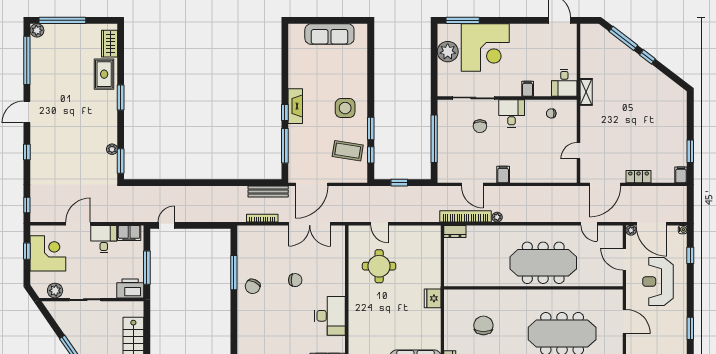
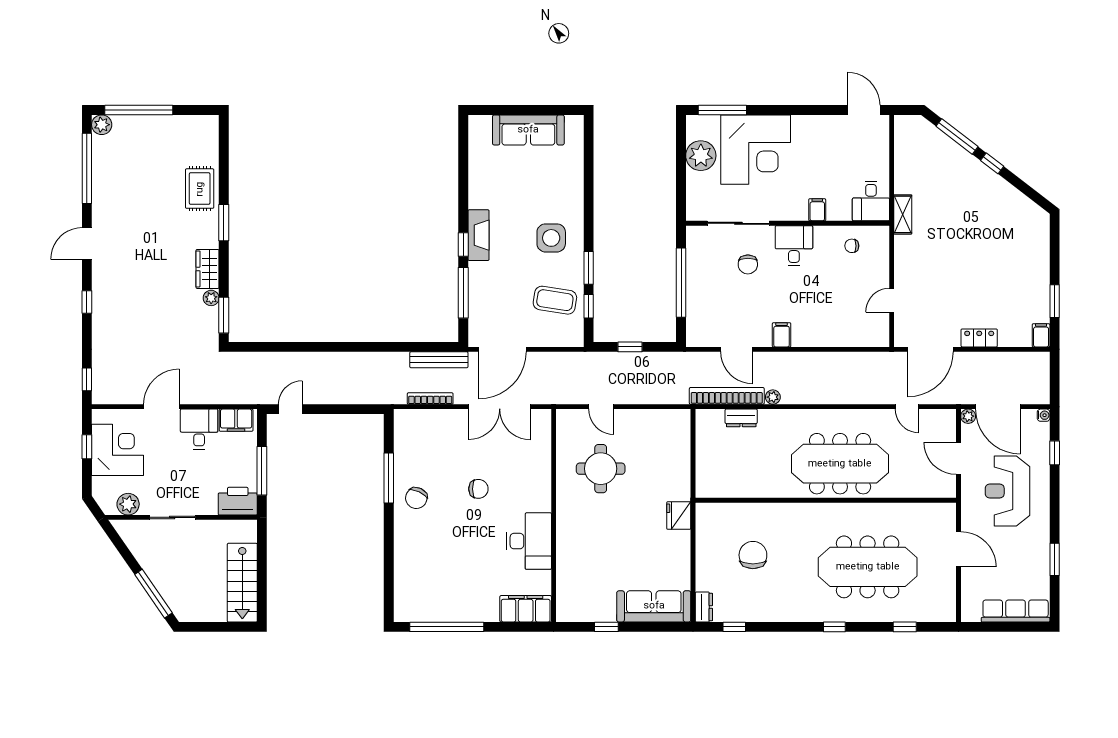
wardrobe: (110, 44) -> (208, 269), moved
dresser: (455, 231) -> (741, 418), moved

